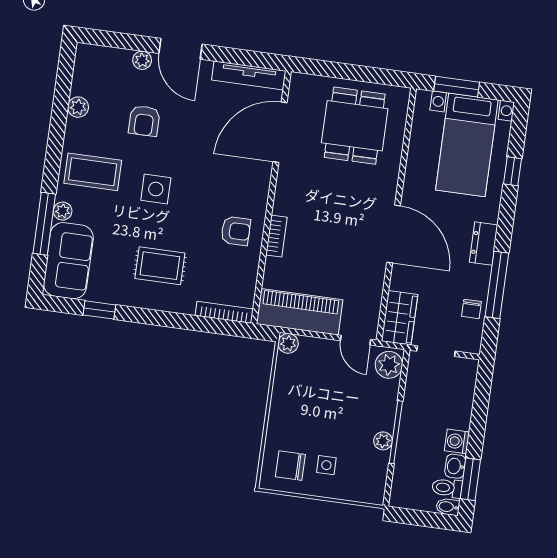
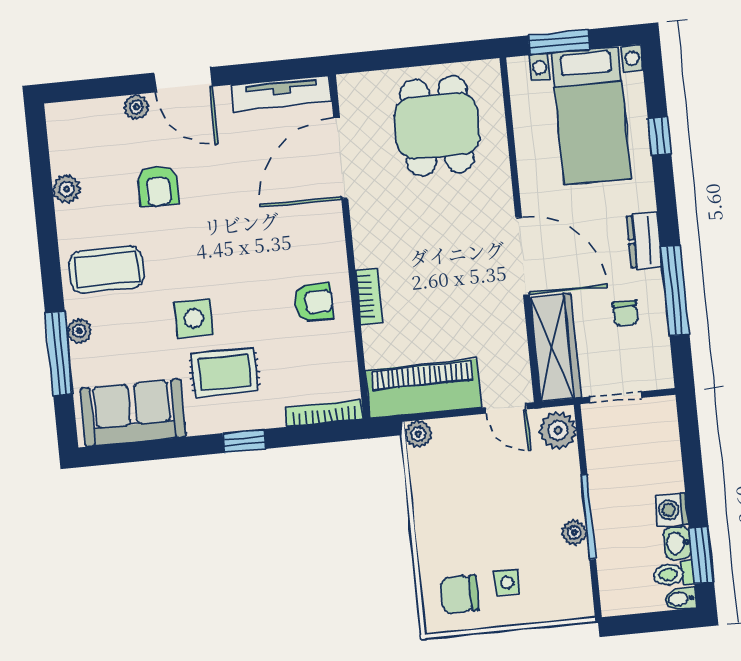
side table: (156, 189) -> (194, 318), moved
sofa: (68, 261) -> (133, 413), moved, turned -90
chair: (471, 309) -> (625, 313), moved
window: (99, 310) -> (244, 441), moved
wardrobe: (400, 318) -> (555, 348), width x1.50

